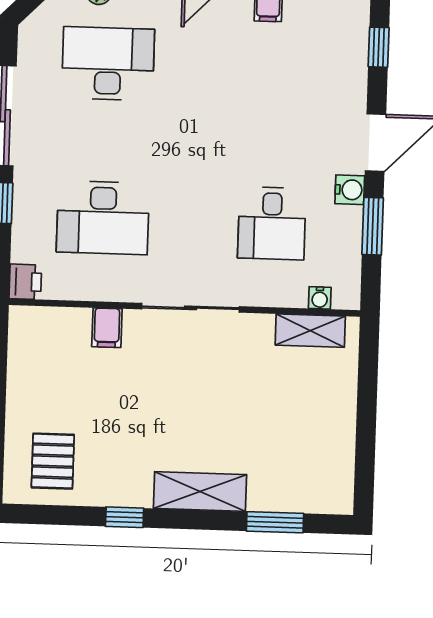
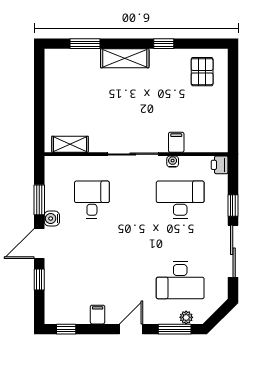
window: (379, 47) -> (39, 279), moved
water cooler: (320, 298) -> (173, 161), moved

